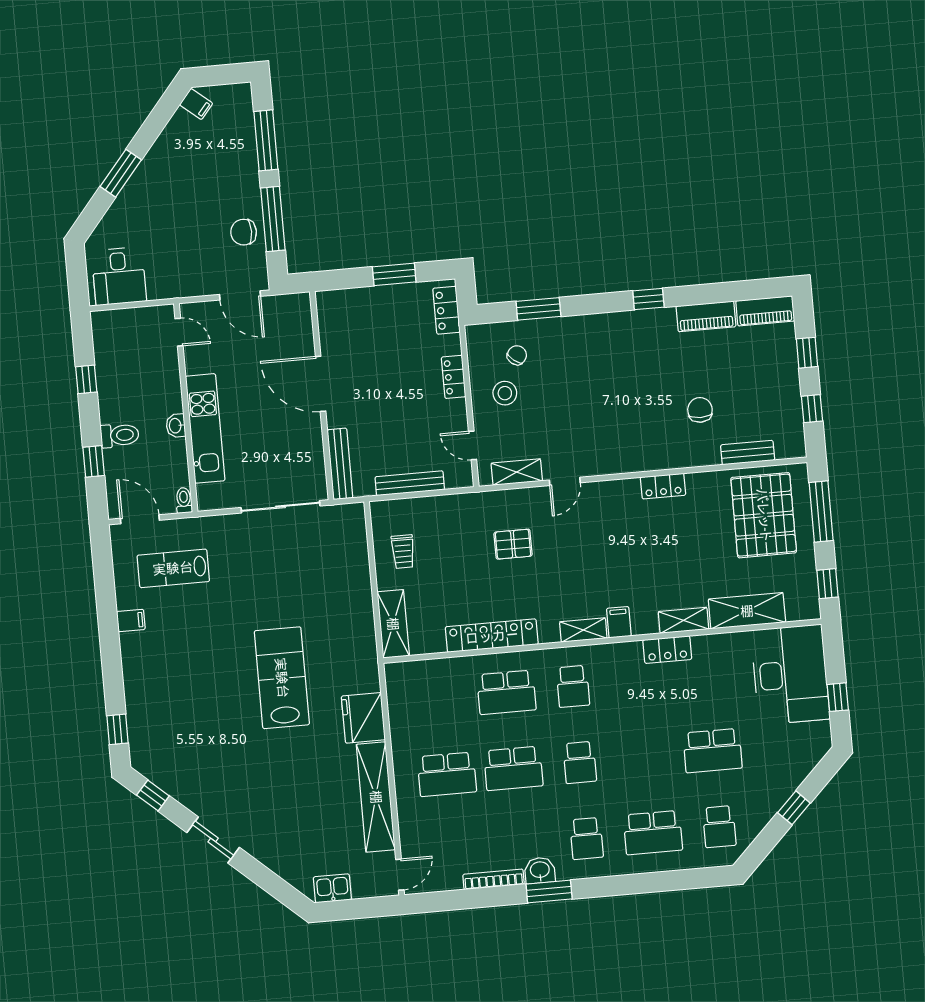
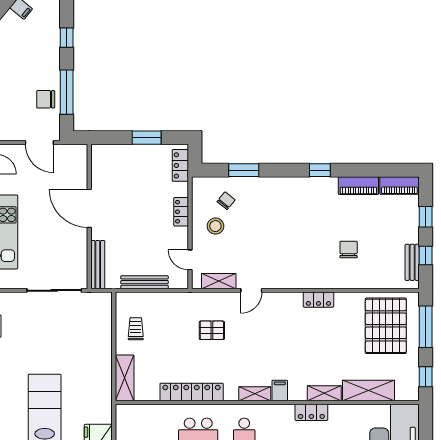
window: (266, 140) -> (67, 38), width x0.46
bench: (748, 453) -> (412, 262), moved, turned 90
trolley: (403, 552) -> (136, 329), turned 180

